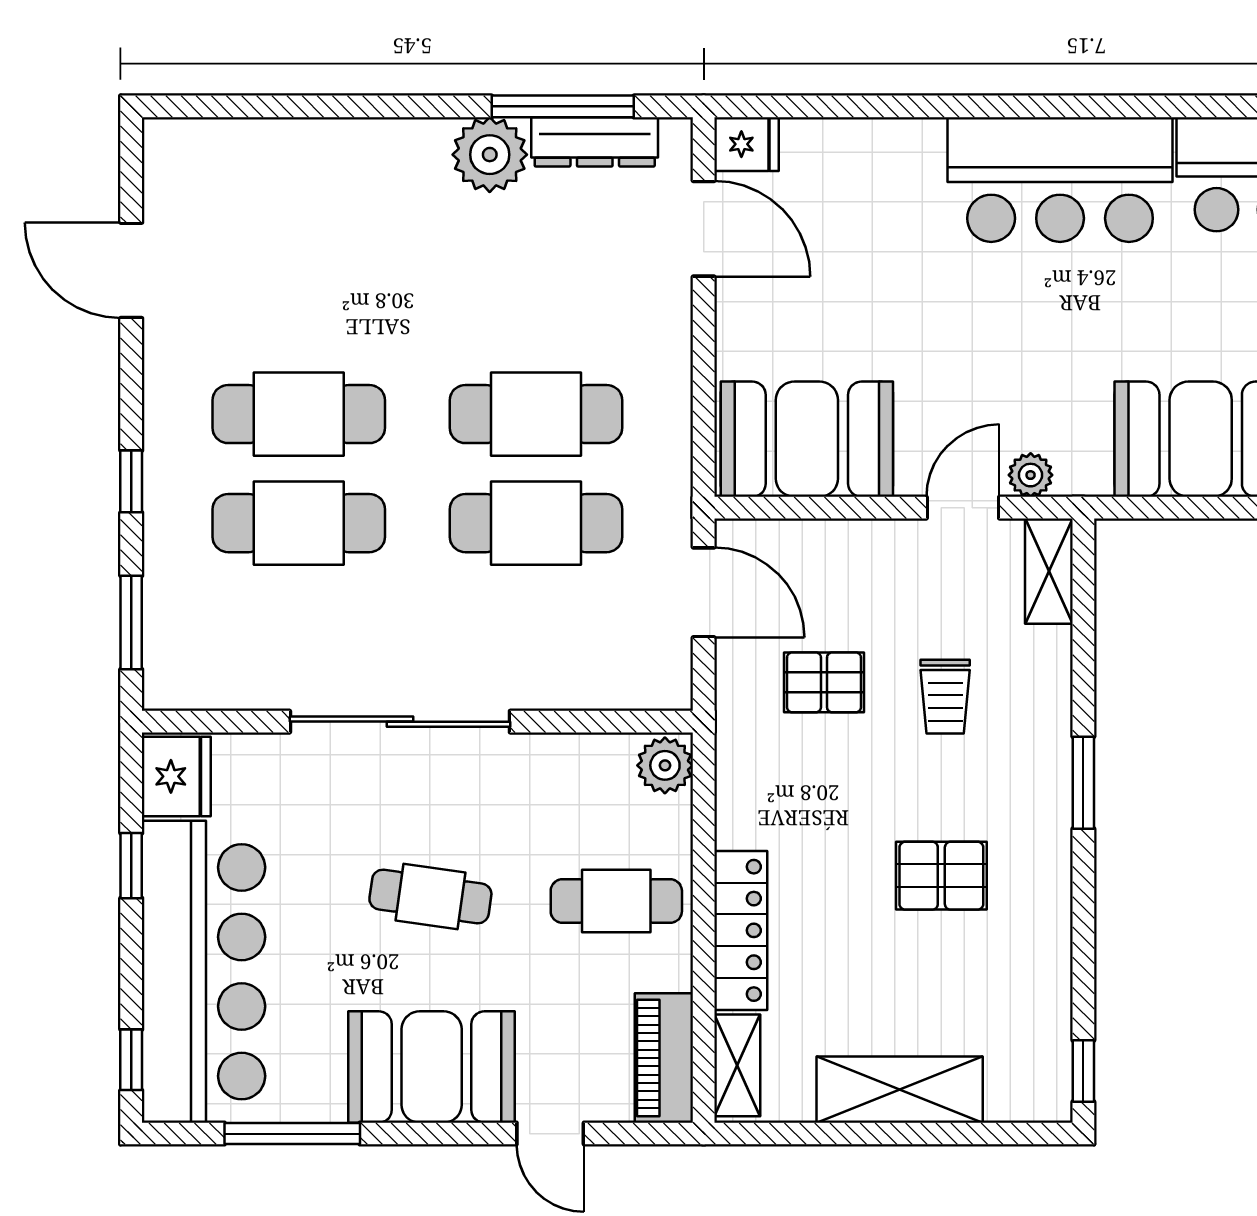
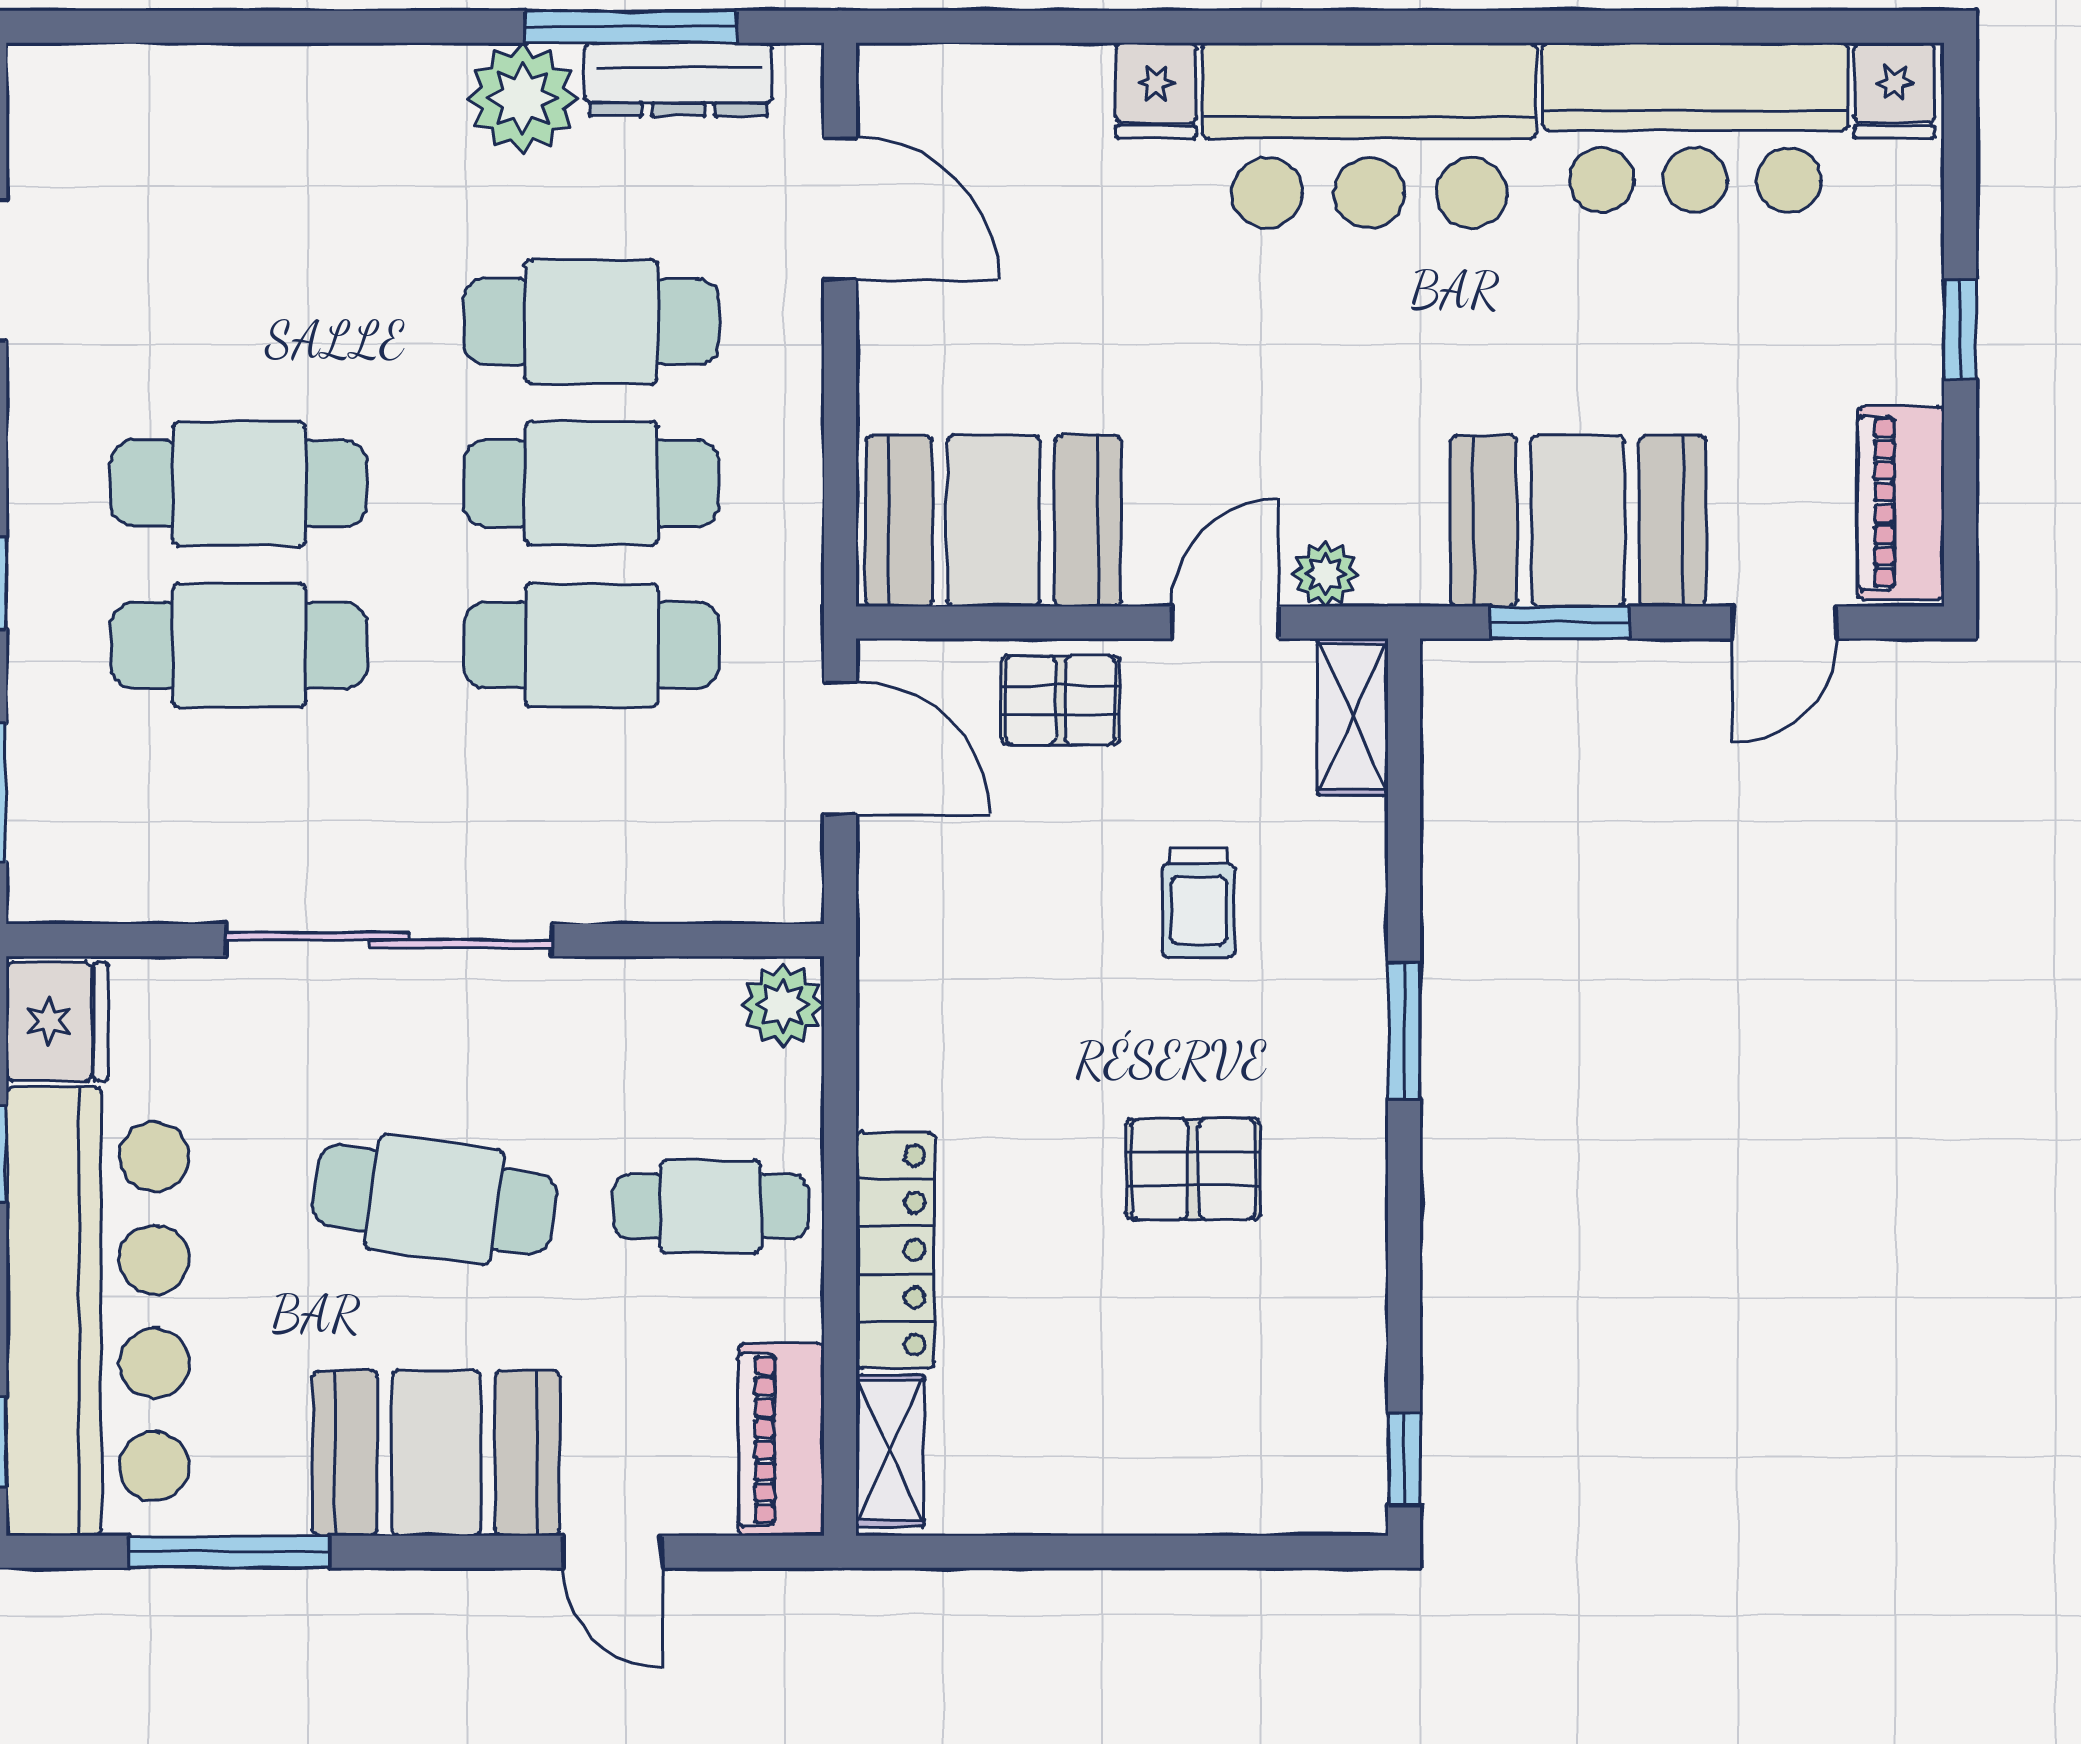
fridge: (747, 144) -> (1156, 90), moved, turned 90
cafe table: (536, 305) -> (591, 322), added
window: (1188, 508) -> (1560, 622), added
pallet: (824, 682) -> (1060, 700), moved
cafe table: (430, 897) -> (435, 1200), width x1.37, depth x1.35
shelving: (900, 1090) -> (1131, 1487), removed

